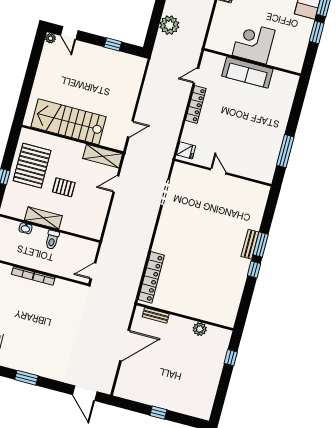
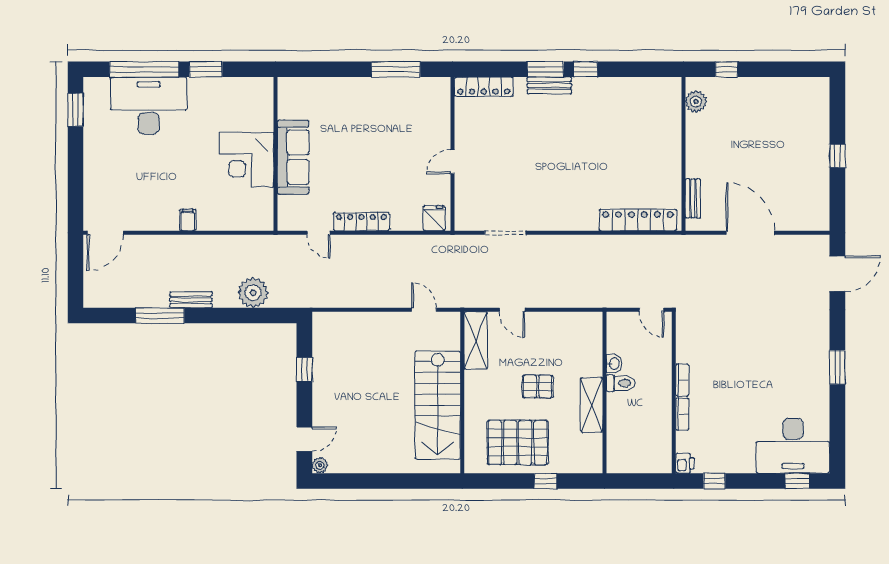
pallet: (64, 187) -> (538, 386), turned 90
locker: (260, 203) -> (484, 87), added
washbasin: (26, 228) -> (614, 364), moved
plant: (200, 329) -> (696, 102), moved

